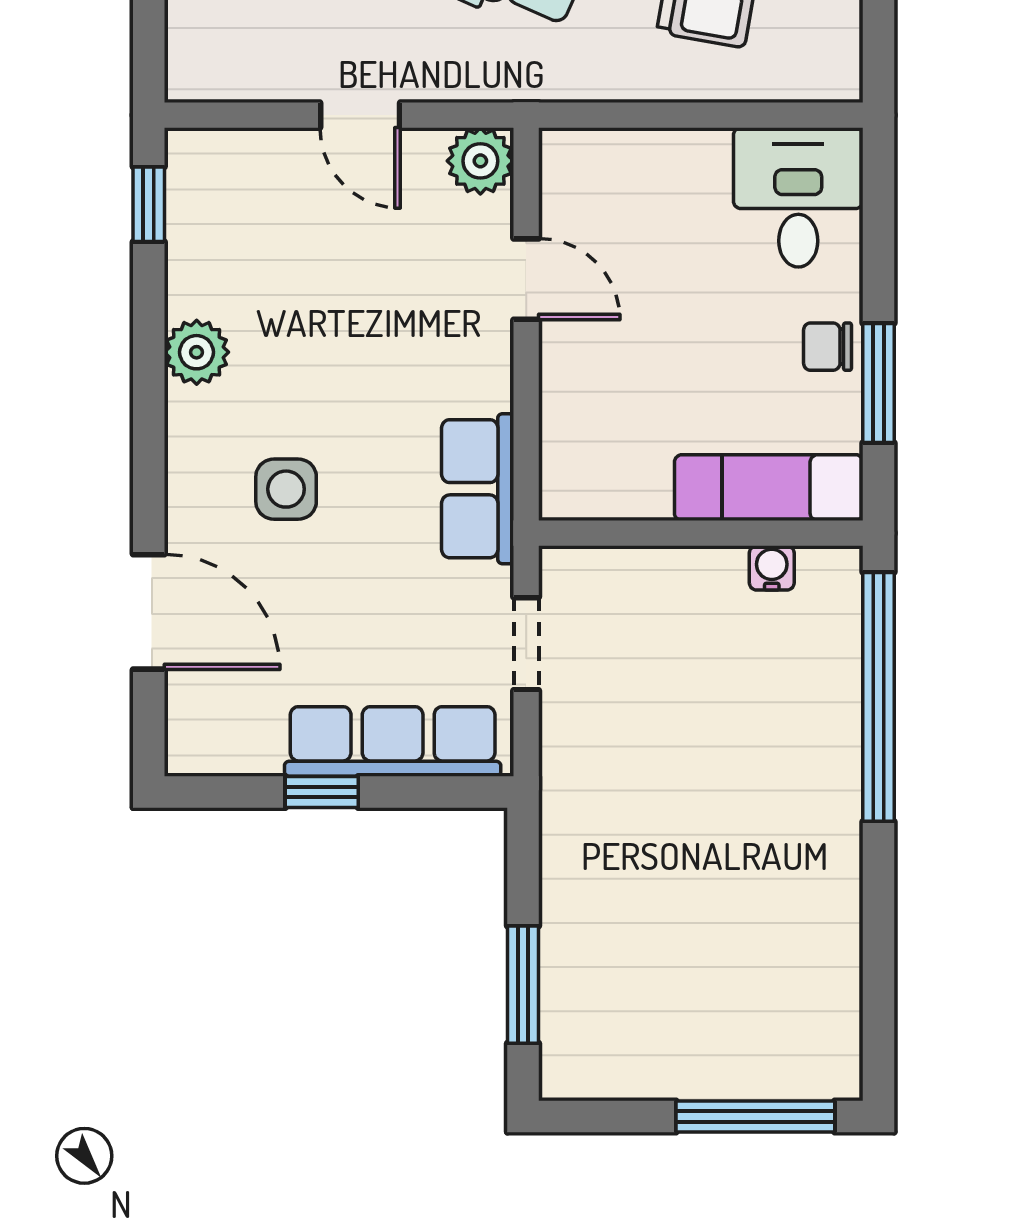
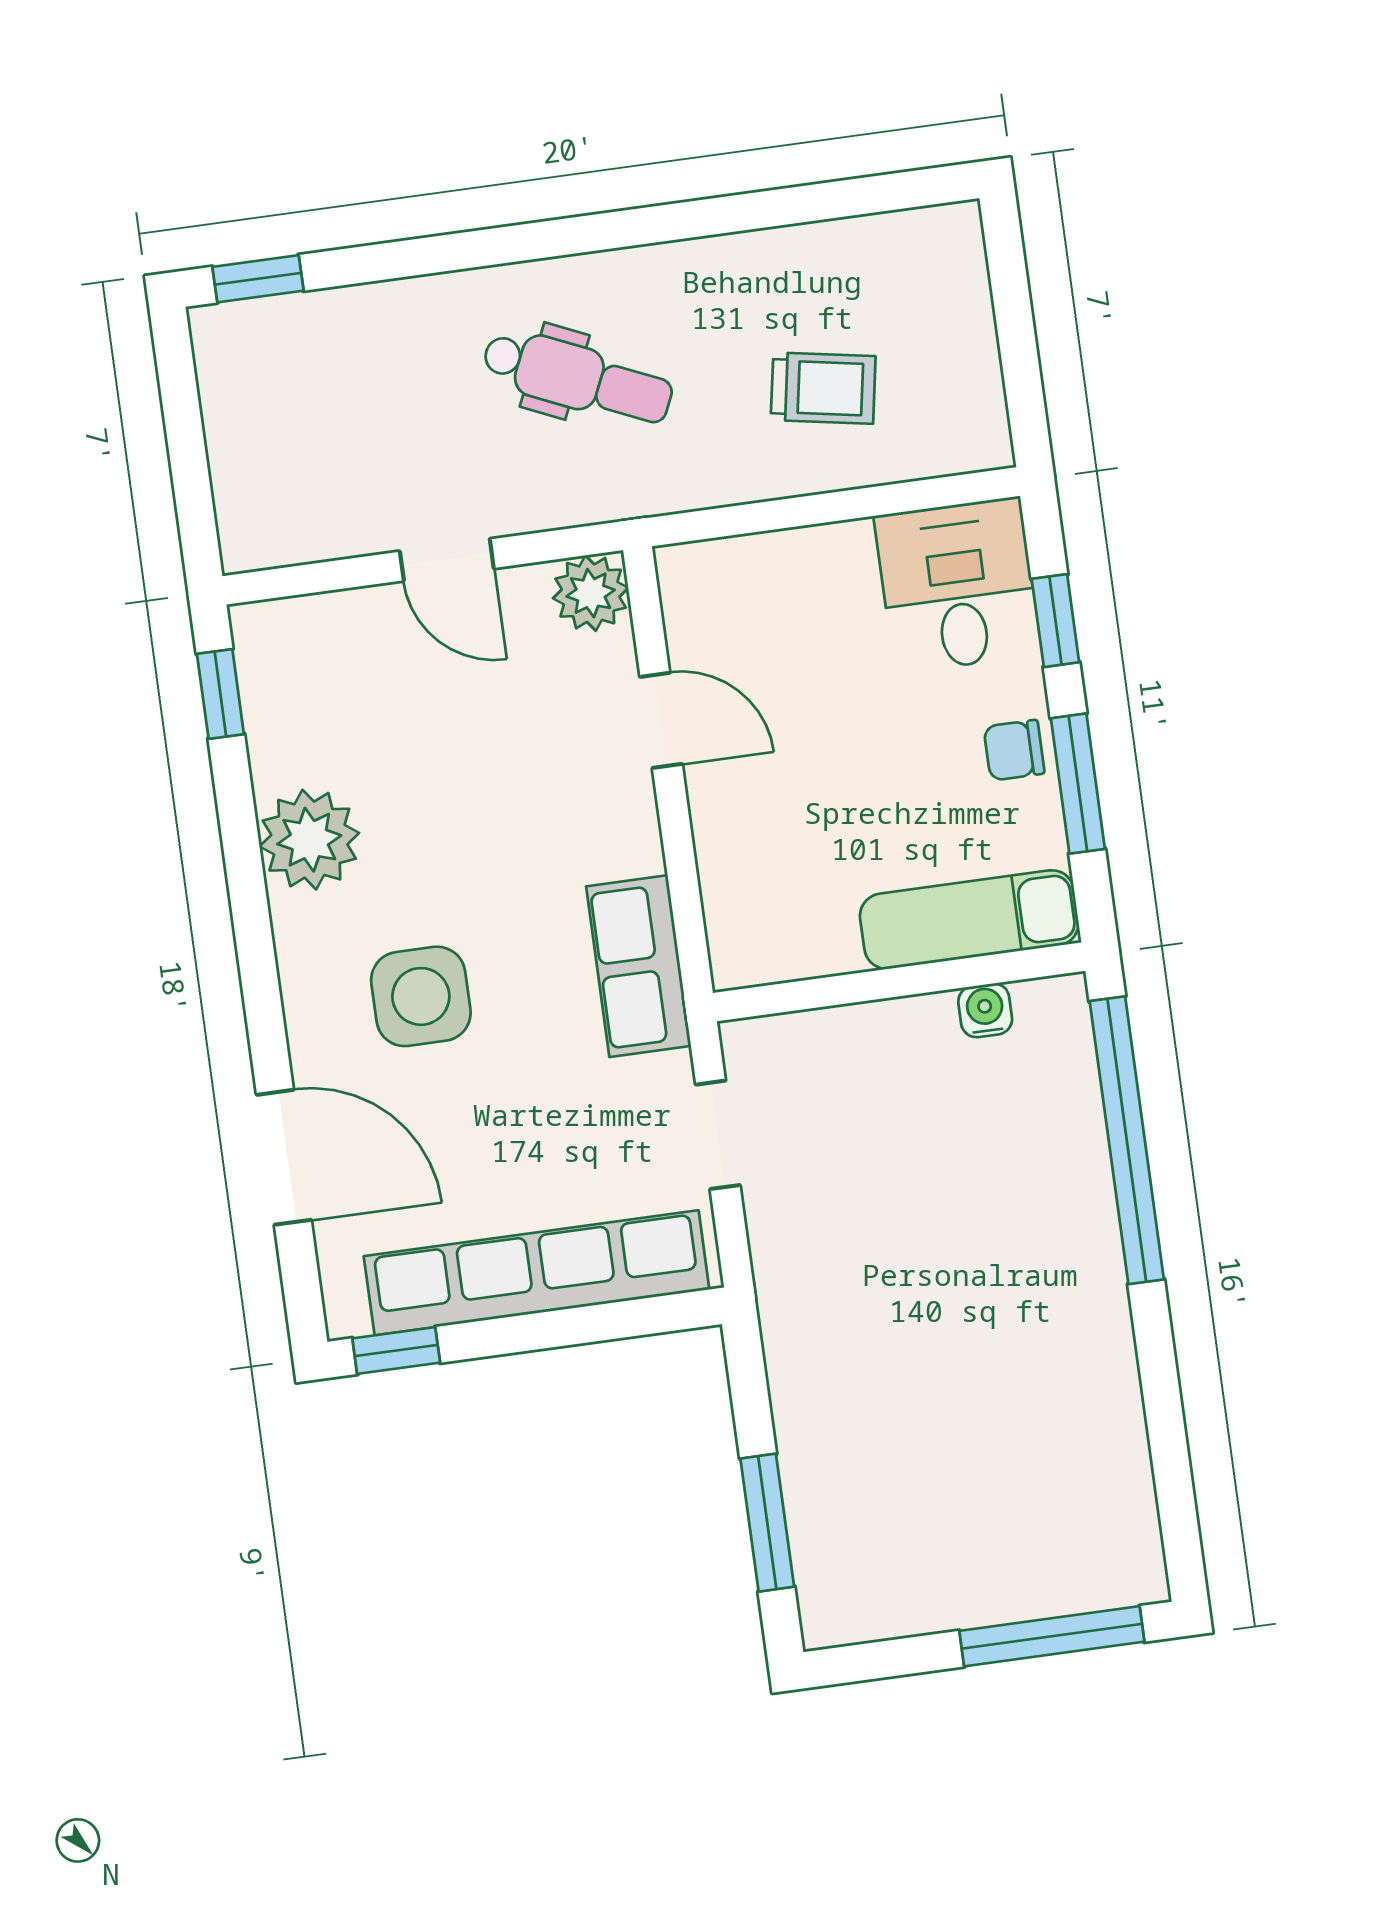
window: (879, 240) -> (1055, 621), added
plant: (197, 352) -> (309, 840), width x1.36, depth x1.36
side table: (286, 489) -> (421, 996), width x1.37, depth x1.37
row of seats: (393, 741) -> (537, 1273), width x1.36
window: (322, 792) -> (396, 1350), moved

